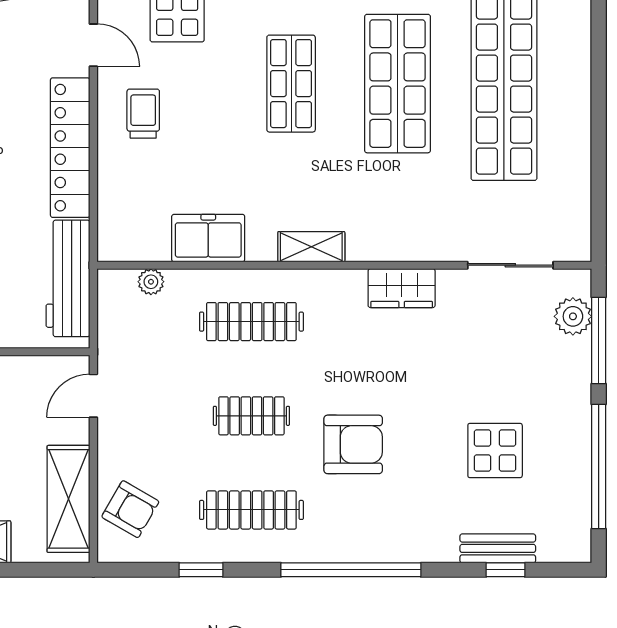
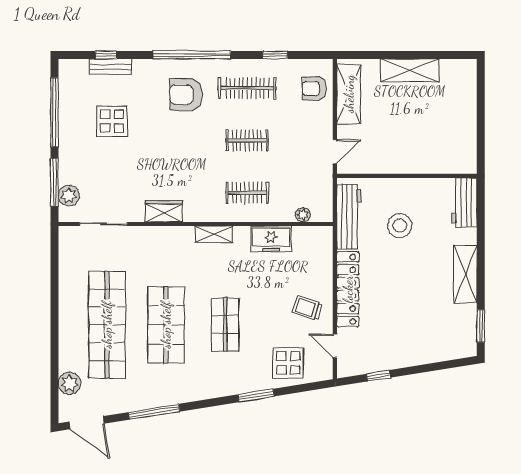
trolley: (143, 114) -> (307, 308), turned 108
clothes rail: (251, 322) -> (247, 193), width x0.73
armchair: (353, 444) -> (186, 95), moved
armchair: (130, 509) -> (314, 89), turned -30

